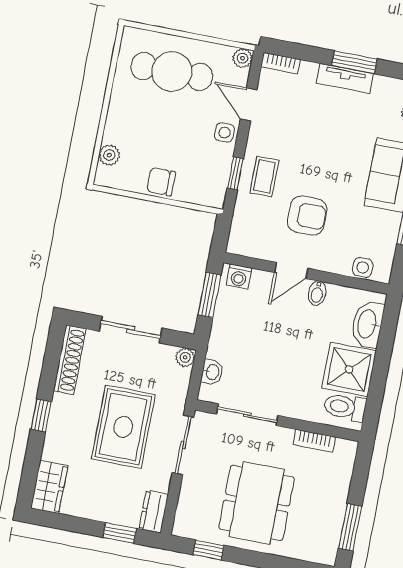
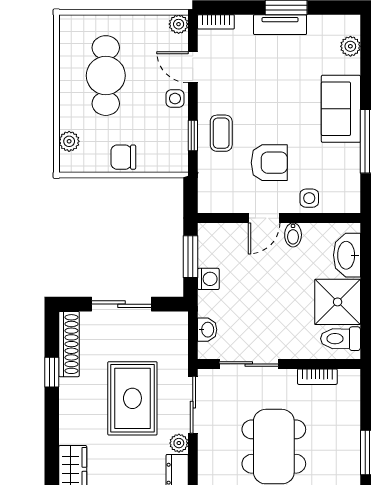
cafe table: (172, 71) -> (106, 76), moved, turned 90
side table: (363, 267) -> (309, 198), moved
washing machine: (239, 277) -> (208, 279), moved, turned -90
plant: (185, 357) -> (179, 443), moved
window: (41, 415) -> (52, 372), moved

